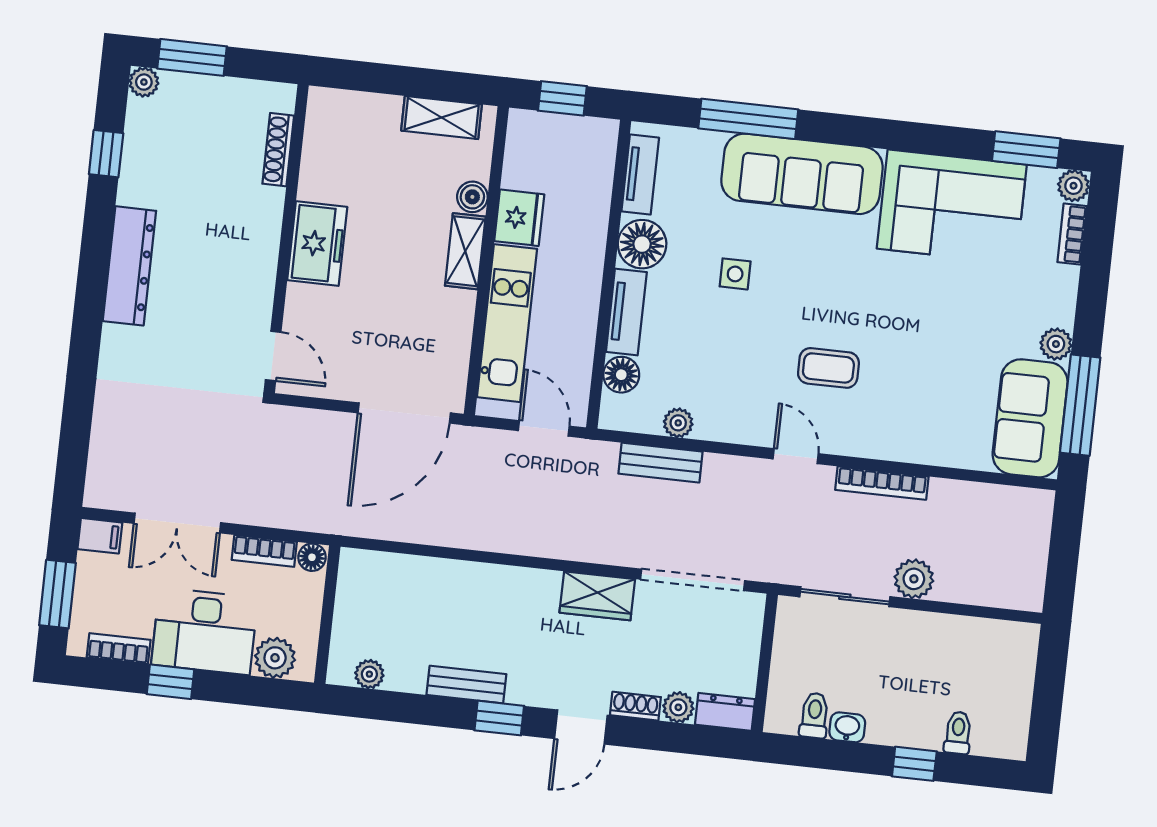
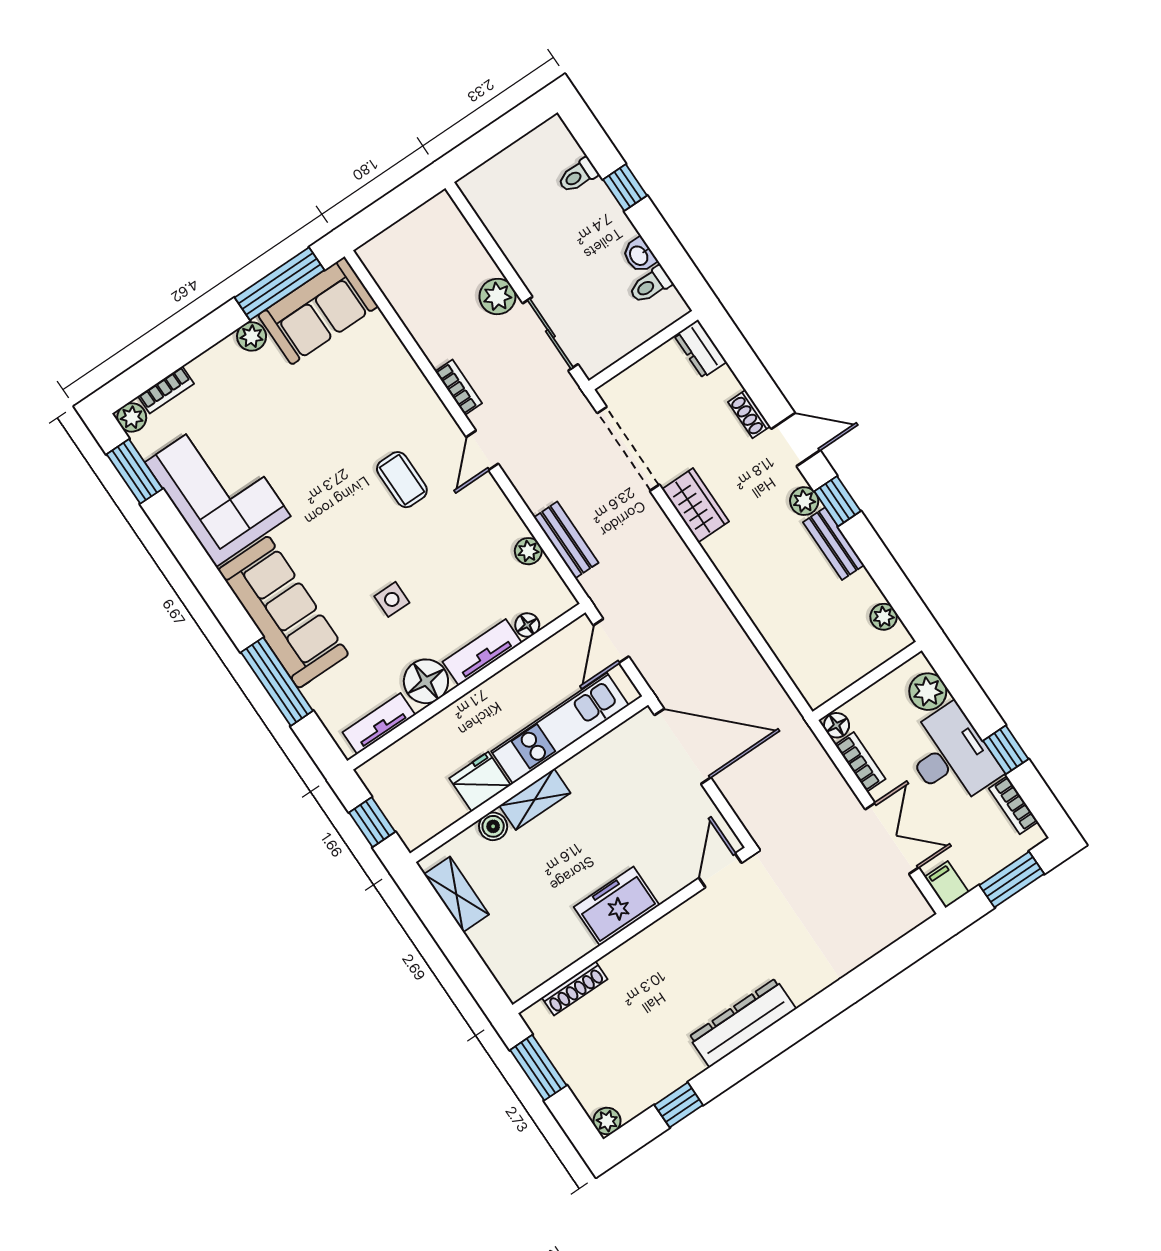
window: (192, 57) -> (538, 1068), moved
floor lamp: (621, 375) -> (527, 625), width x0.73, depth x0.73
bookcase: (882, 483) -> (458, 387), width x0.64
plant: (678, 707) -> (804, 501), moved

